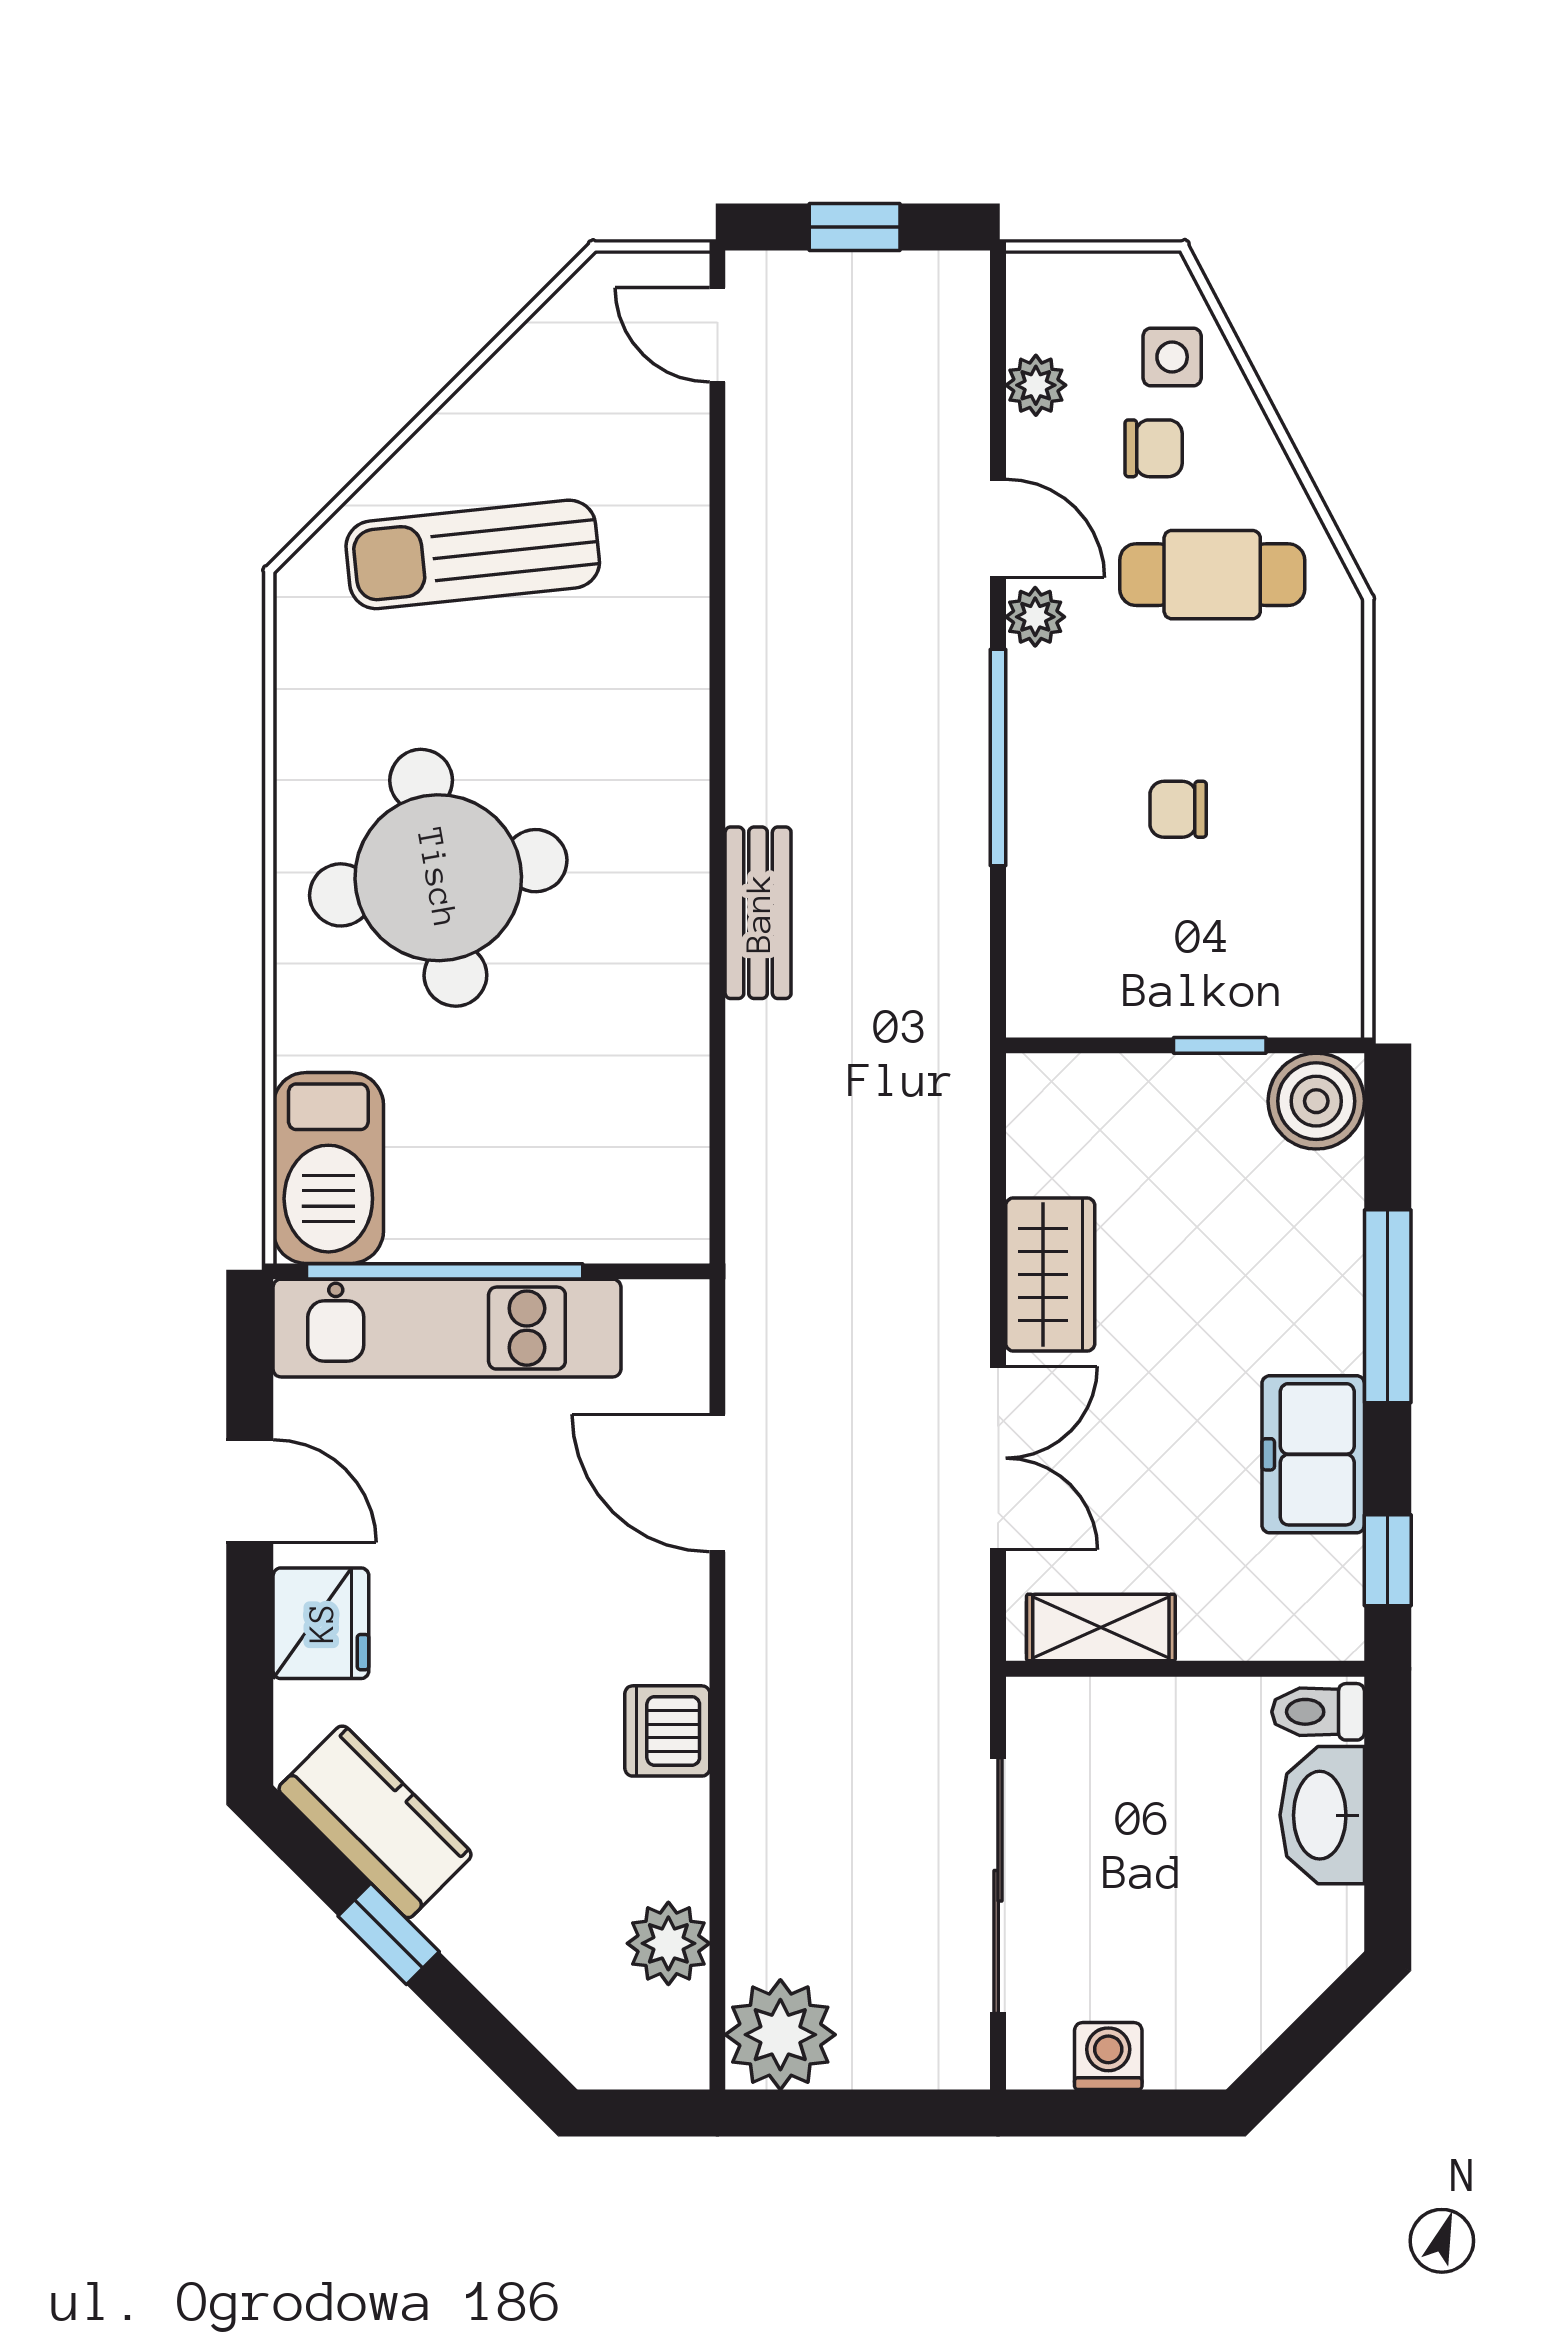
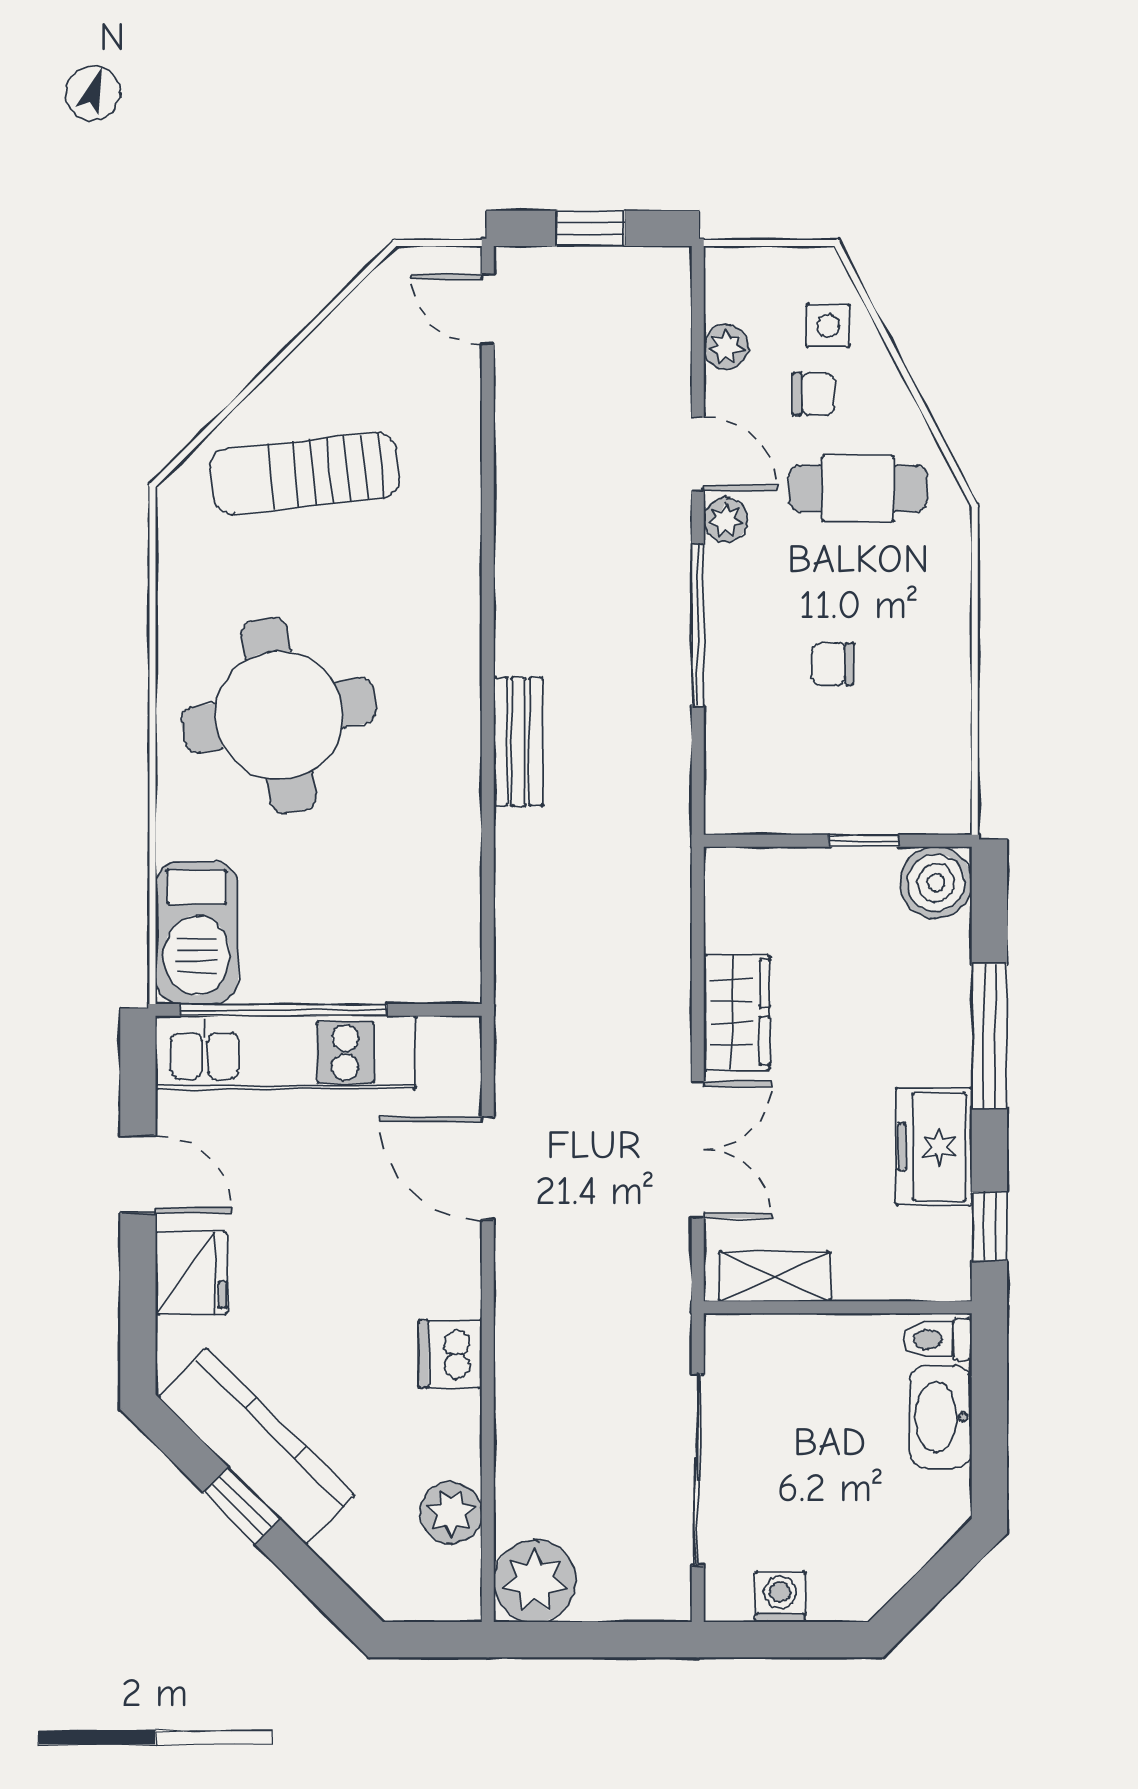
kitchen counter: (375, 1822) -> (256, 1446), width x1.50

